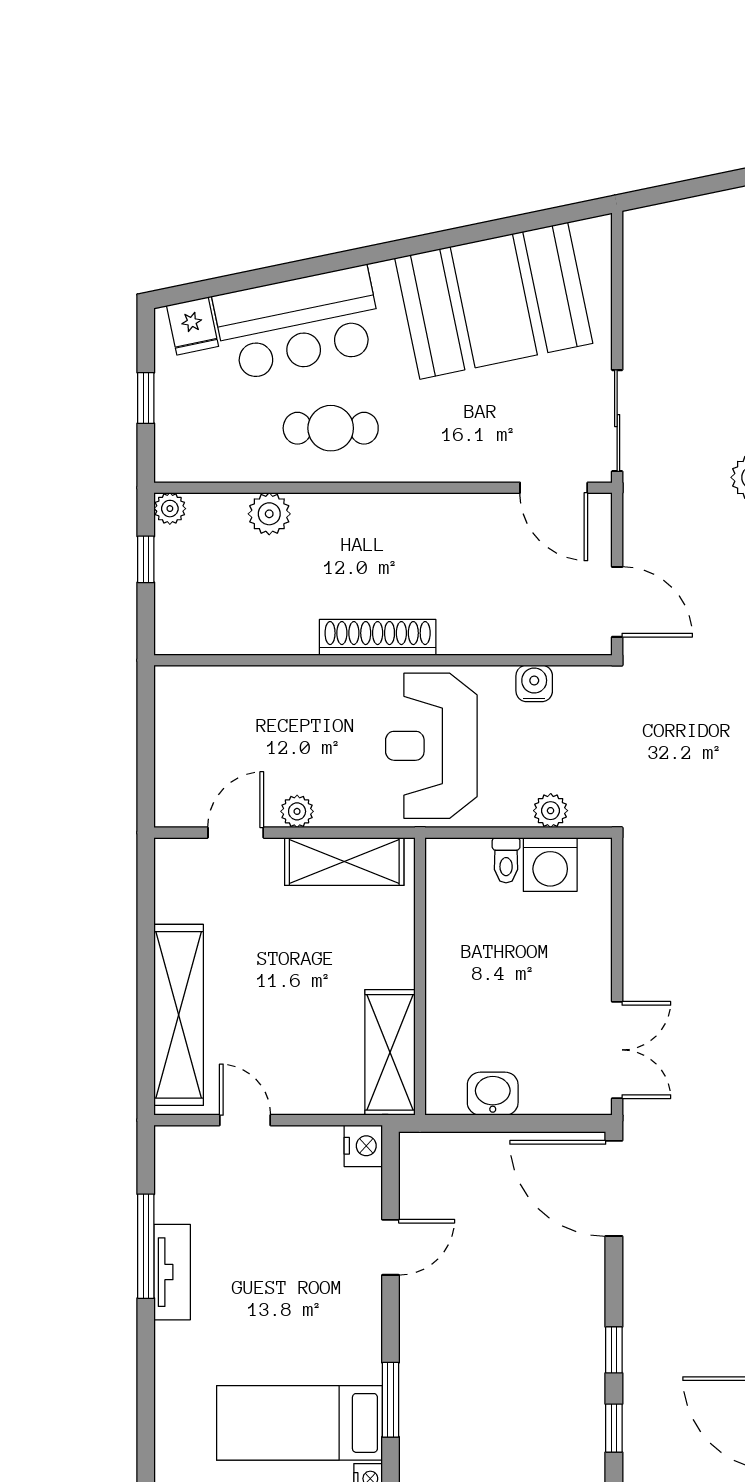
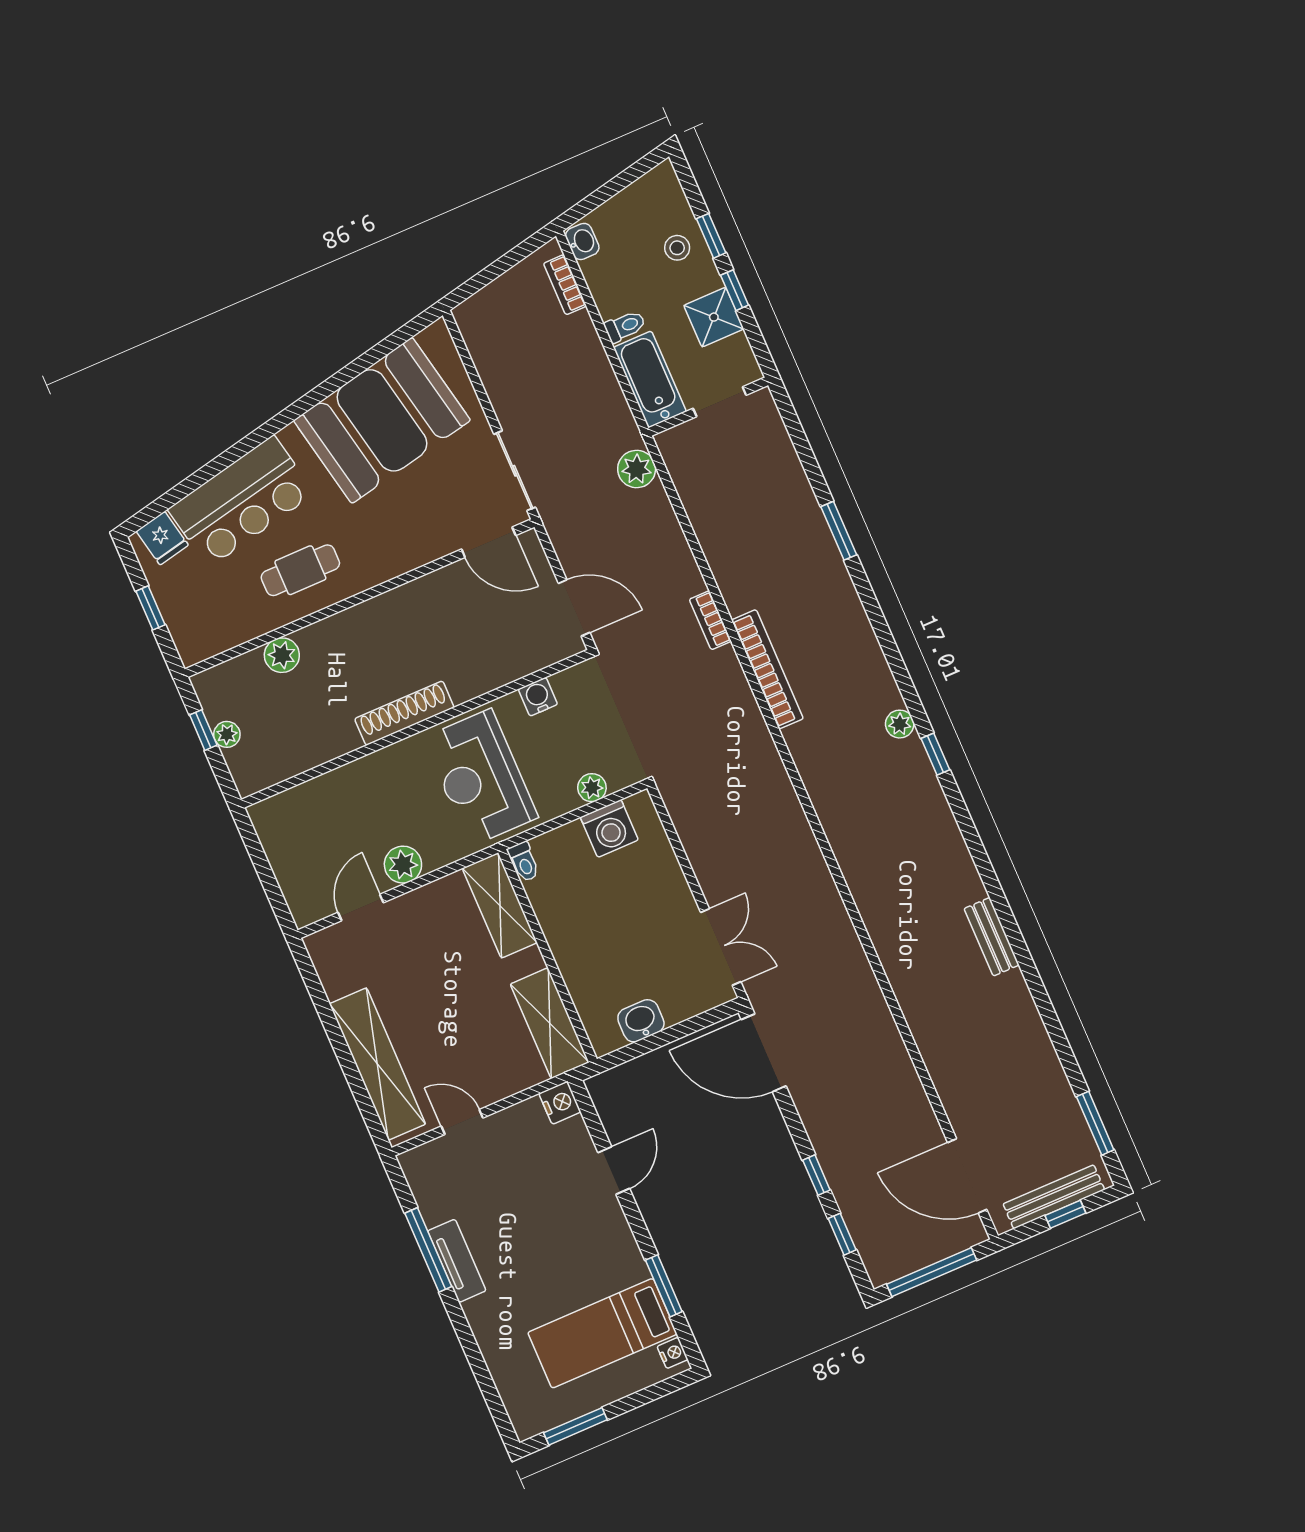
plant: (170, 509) -> (227, 734), moved
plant: (297, 811) -> (403, 865), width x1.38, depth x1.38
toilet: (506, 860) -> (524, 862), moved
shelving: (344, 861) -> (500, 905), moved, turned 90

